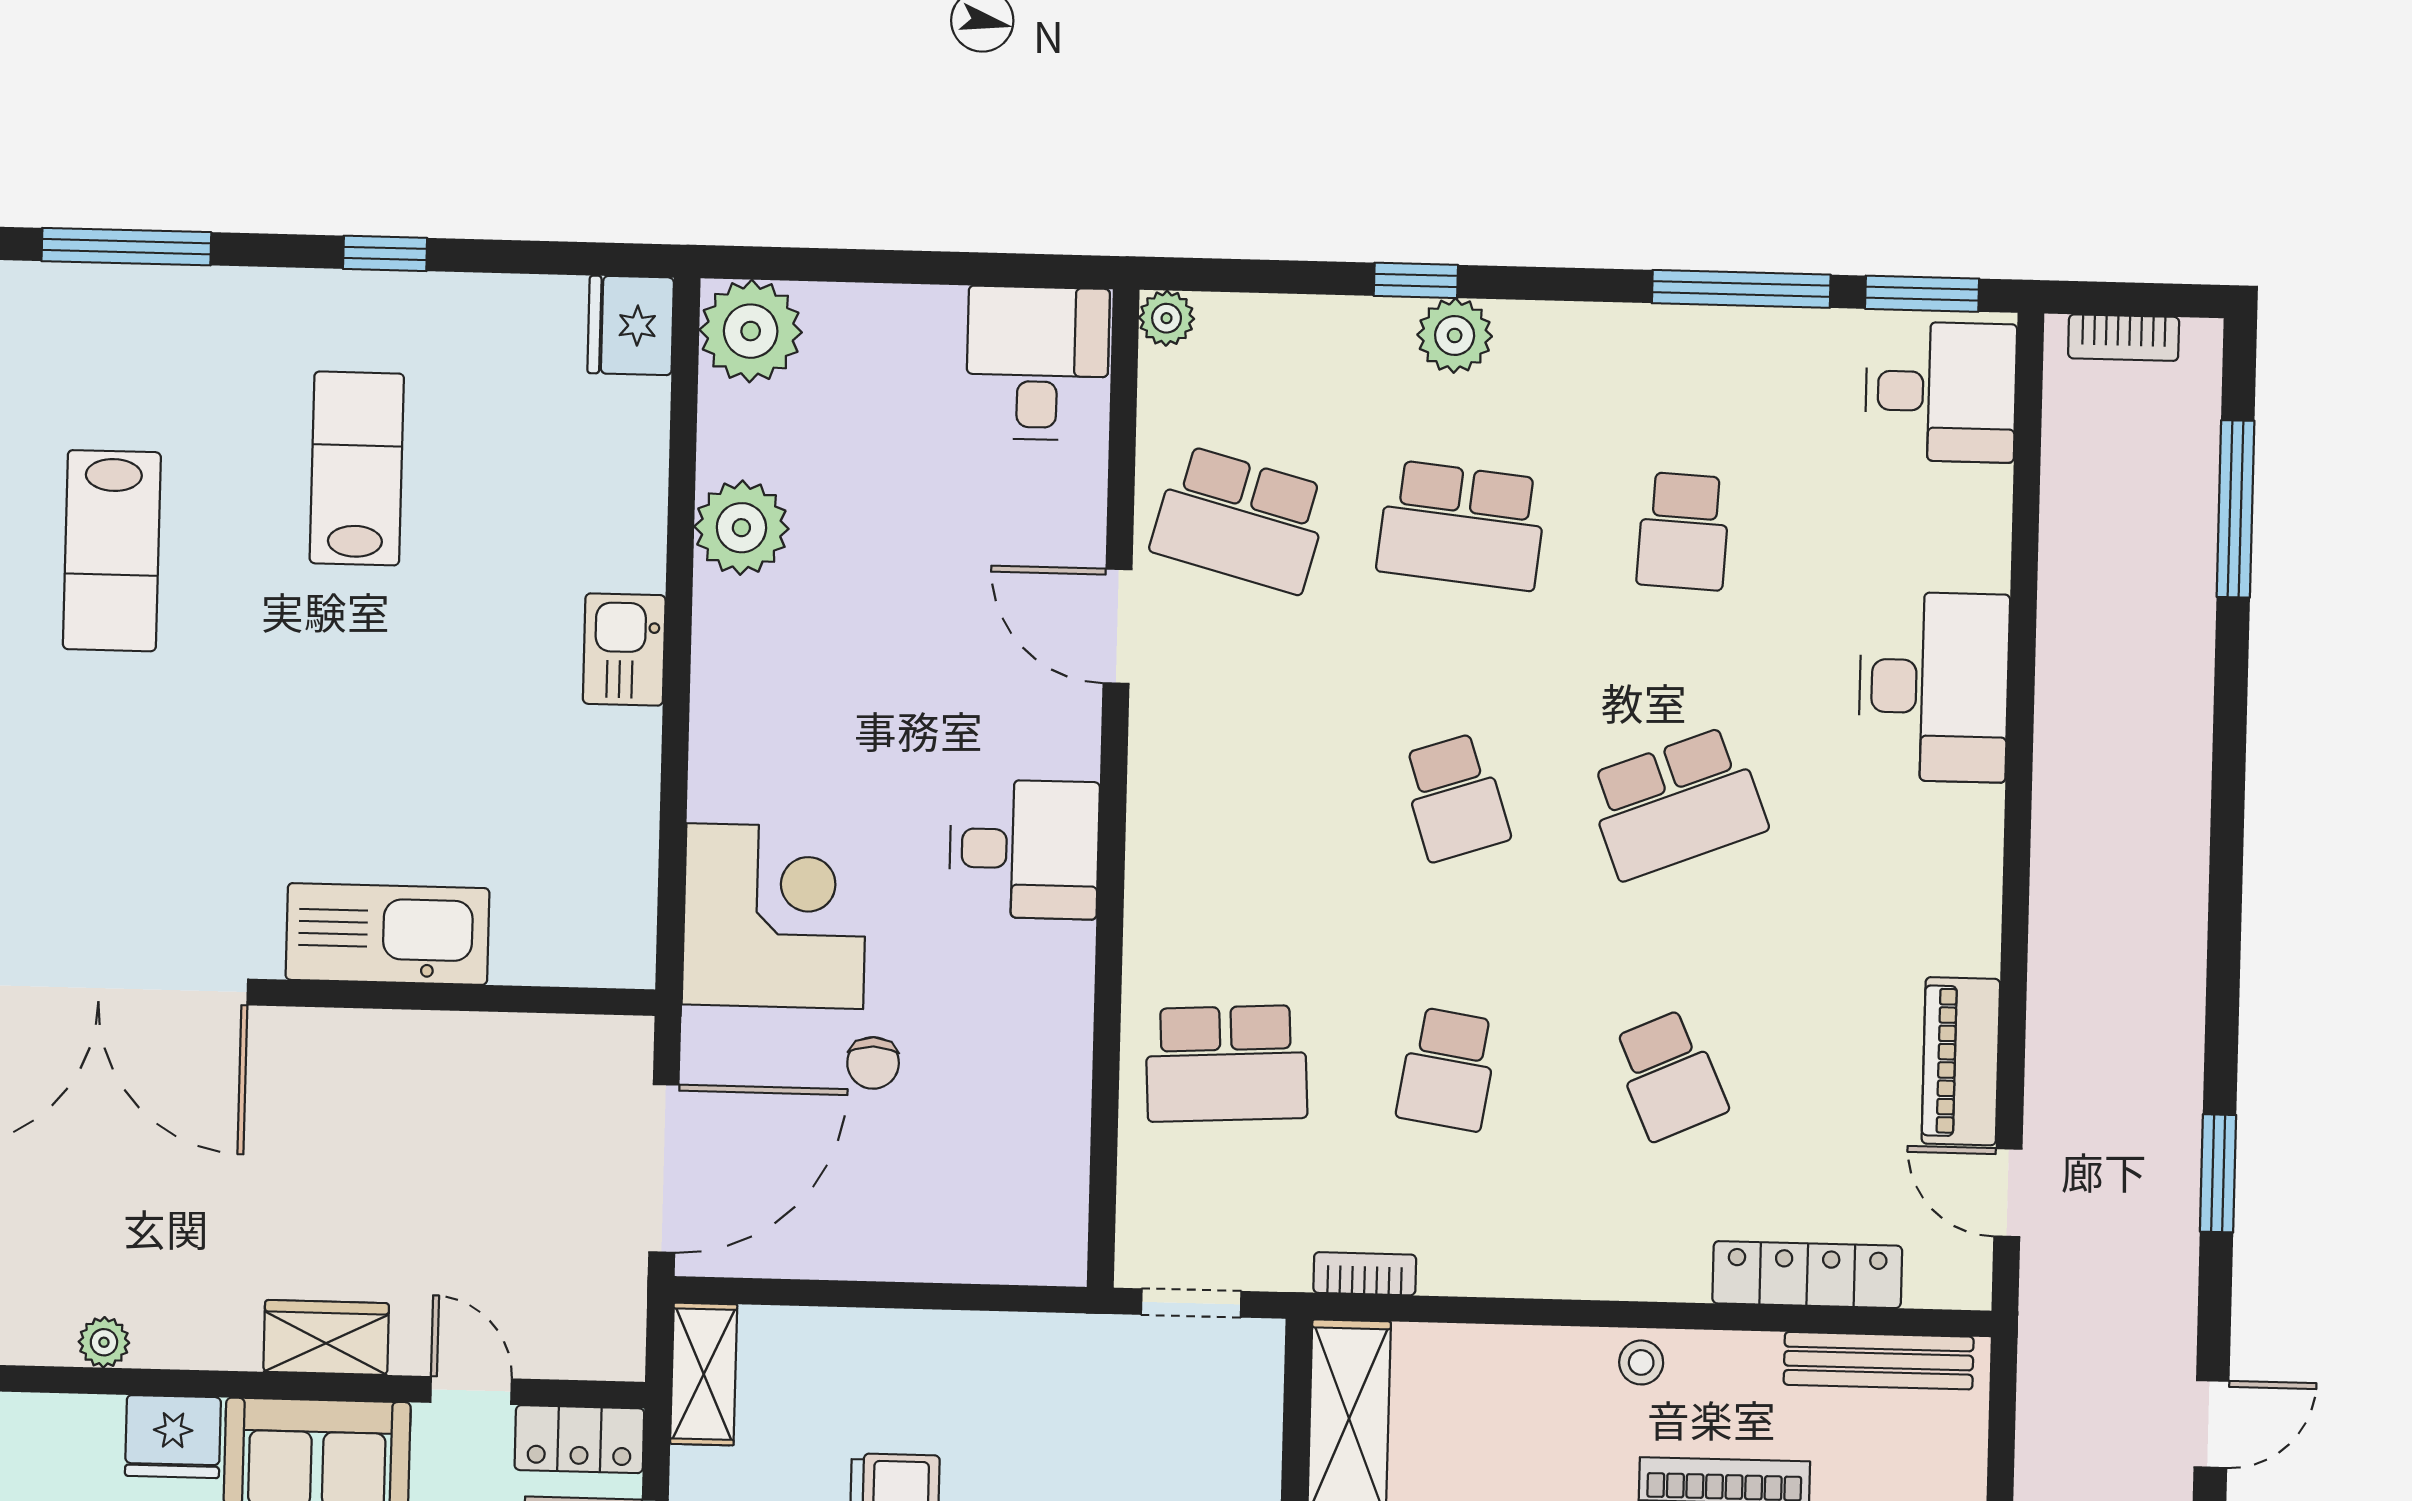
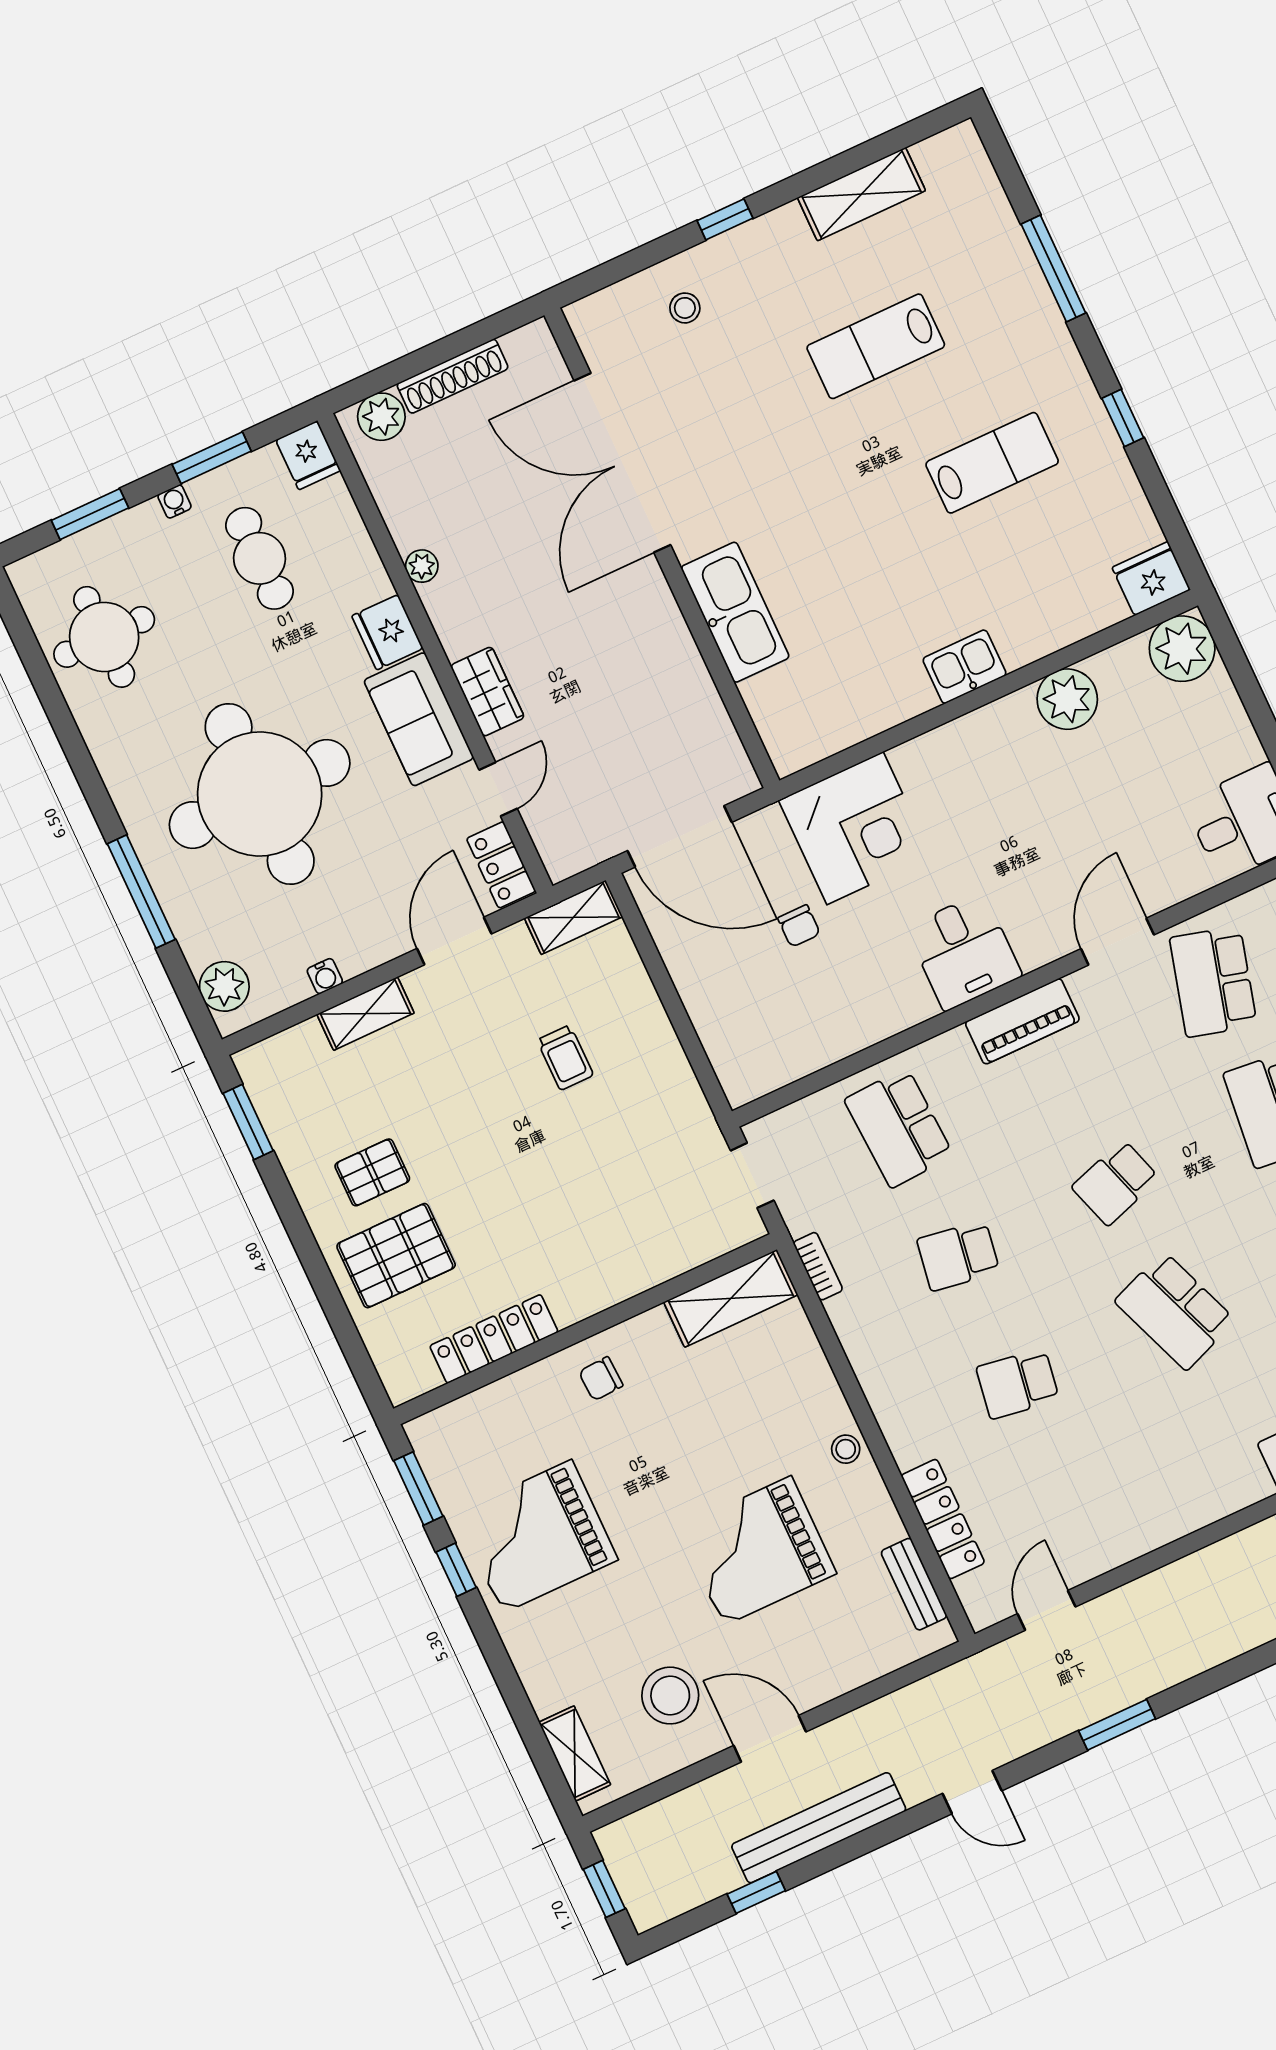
piano: (1961, 1061) -> (1022, 1021), moved, turned 180
chair: (873, 1063) -> (799, 926), turned -90
school desk: (1669, 1075) -> (1018, 1384), turned 33
bench: (1879, 1361) -> (914, 1584), width x0.73

